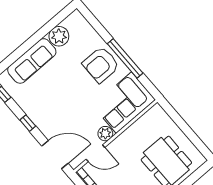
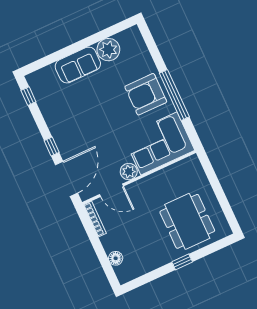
sofa: (32, 61) -> (78, 65), width x0.73
window: (28, 123) -> (52, 147), moved
door: (55, 155) -> (67, 179), hinge flipped

